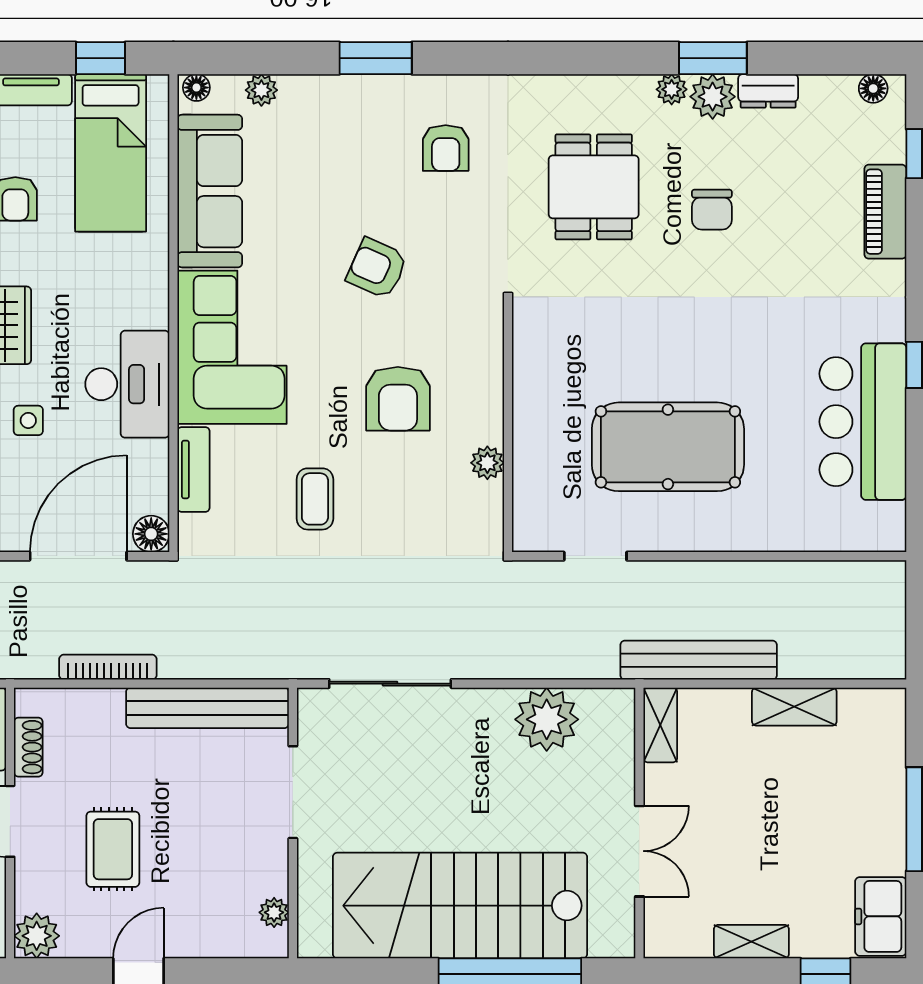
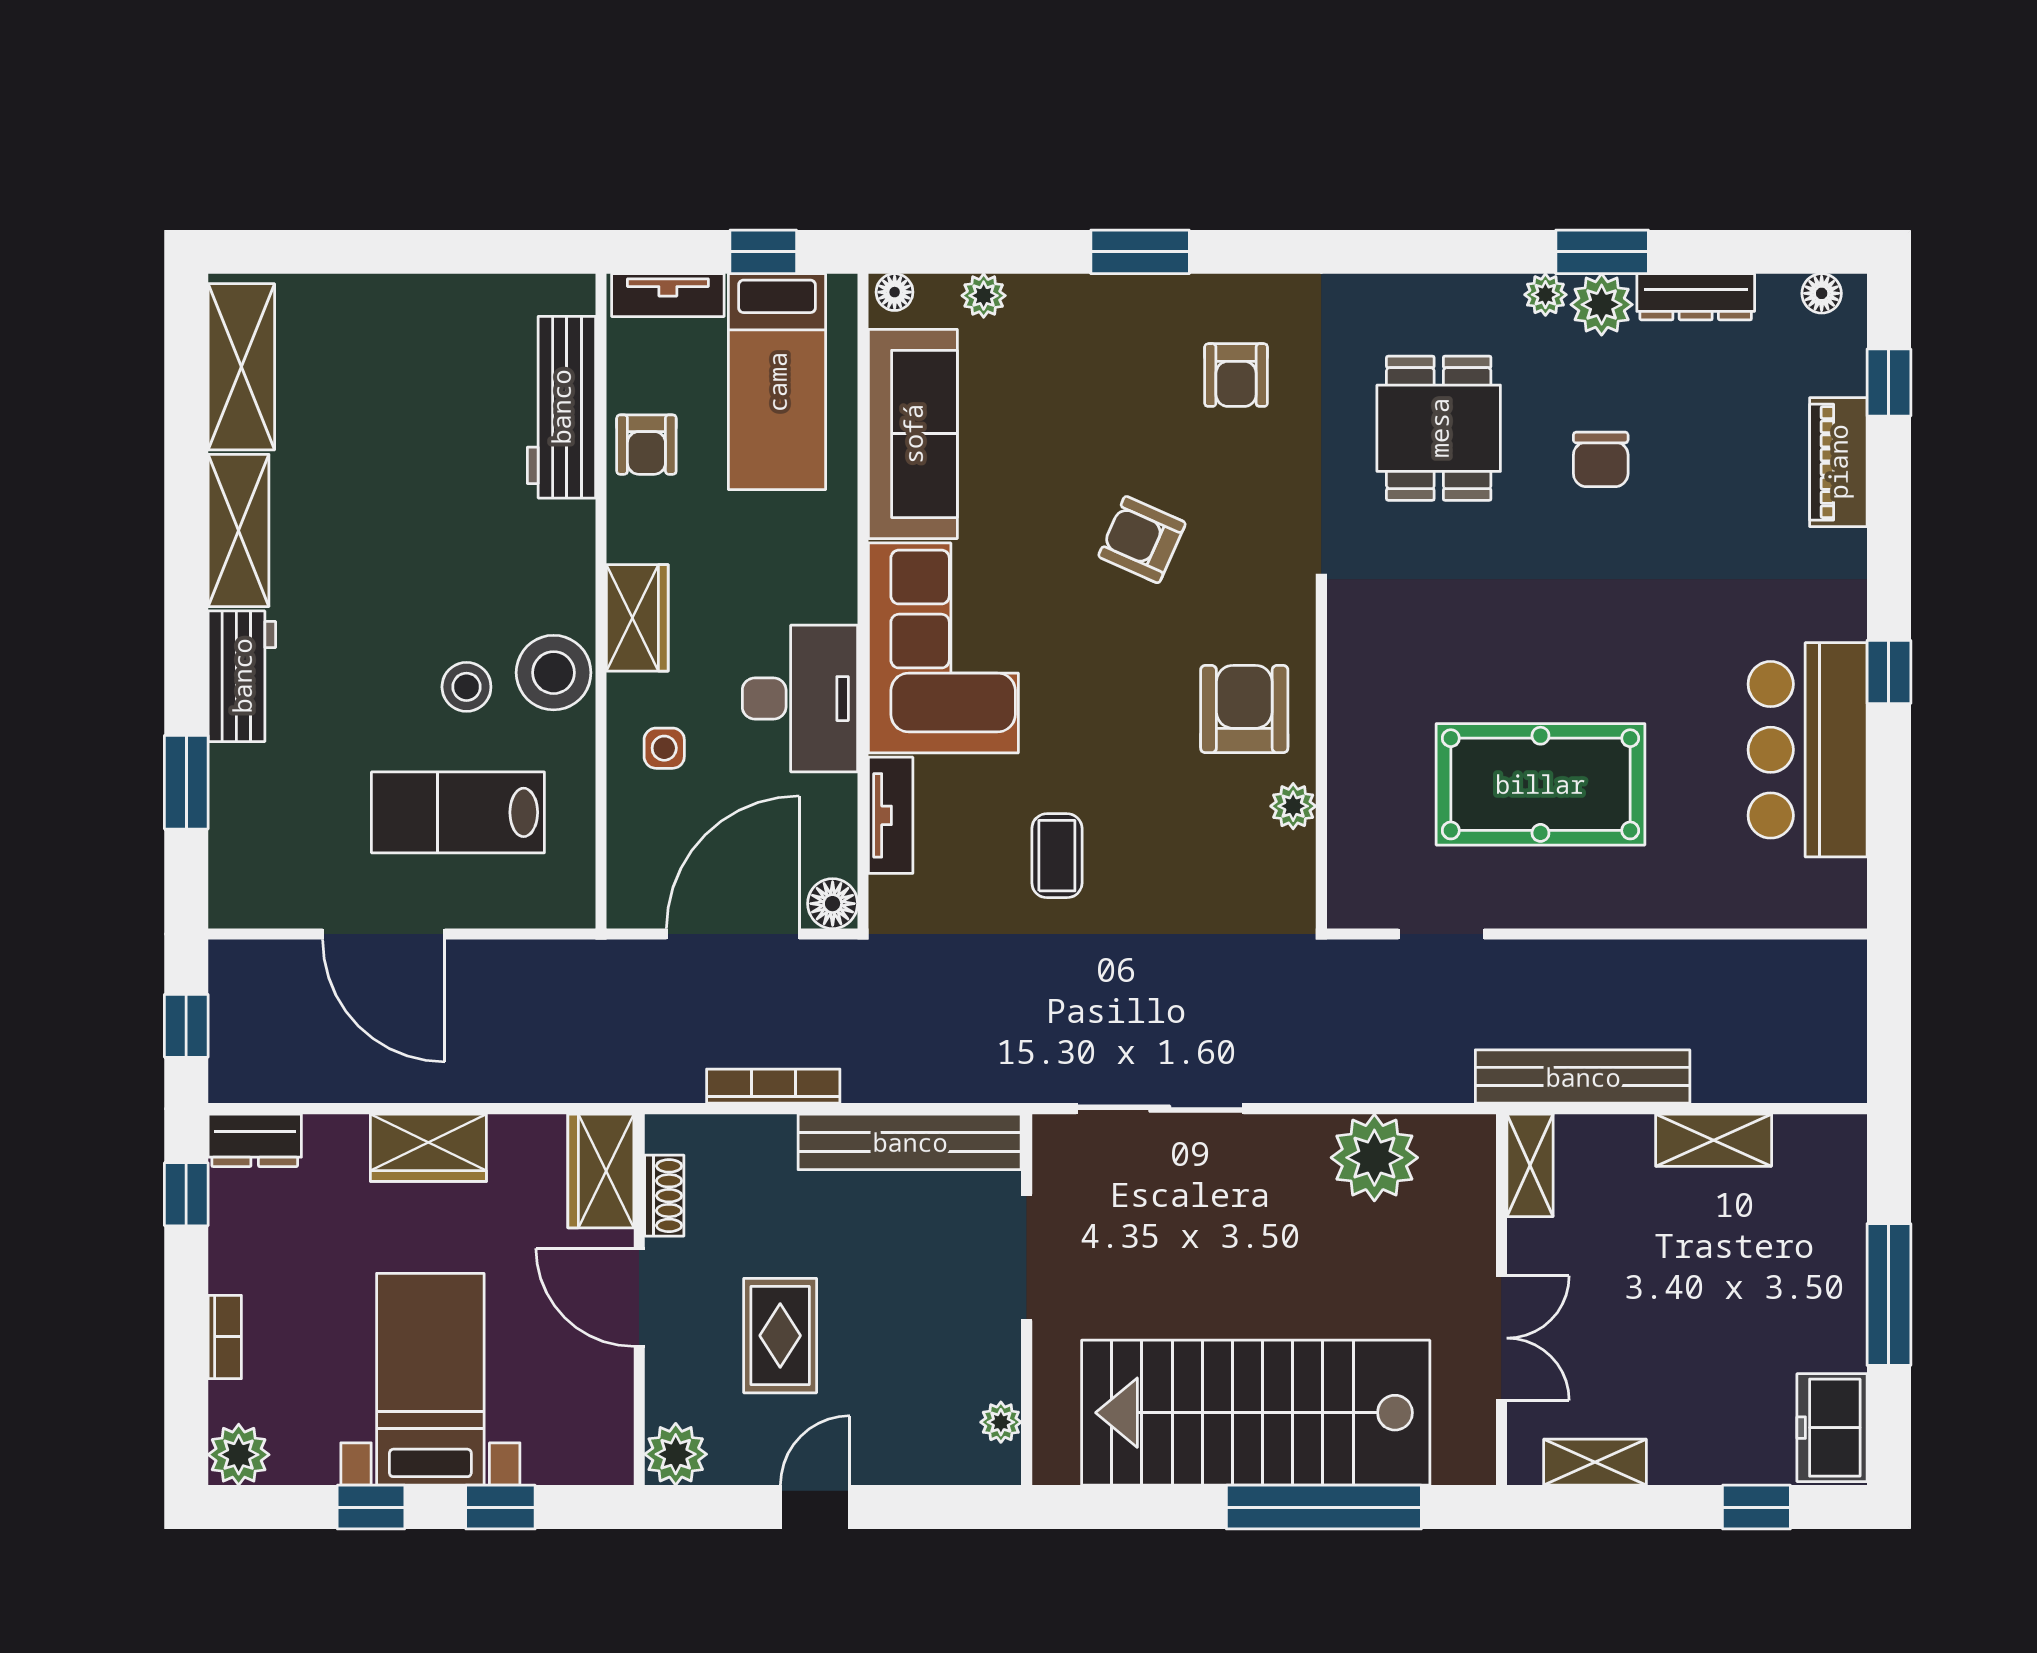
dresser: (768, 91) -> (1696, 297), width x1.44
armchair: (398, 399) -> (1244, 709), moved, turned 180
shelving: (751, 942) -> (1595, 1462), moved

